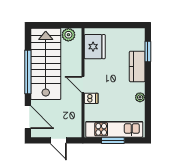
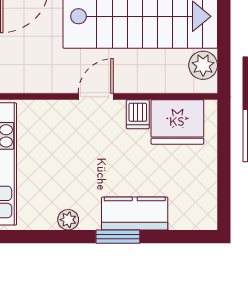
window: (148, 51) -> (118, 237), moved
dishwasher: (91, 98) -> (138, 114), moved

